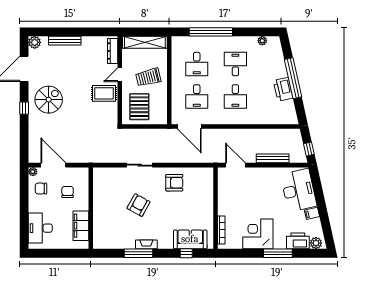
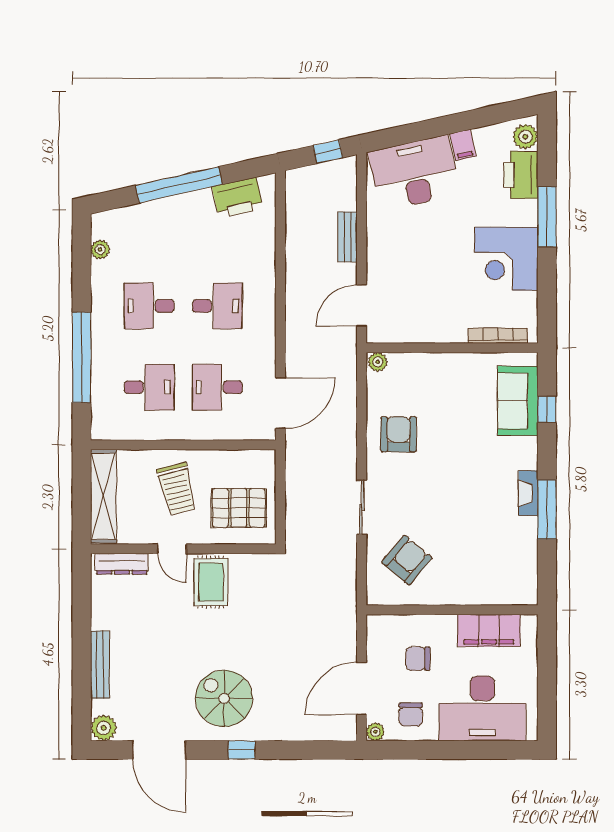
printer: (283, 89) -> (238, 198), moved
desk: (197, 96) -> (217, 387), turned 180
bench: (273, 158) -> (348, 237), width x0.73
plant: (209, 173) -> (378, 362), added
armchair: (139, 205) -> (407, 560), moved, turned 101
desk: (40, 228) -> (482, 708), width x1.36, depth x1.30

